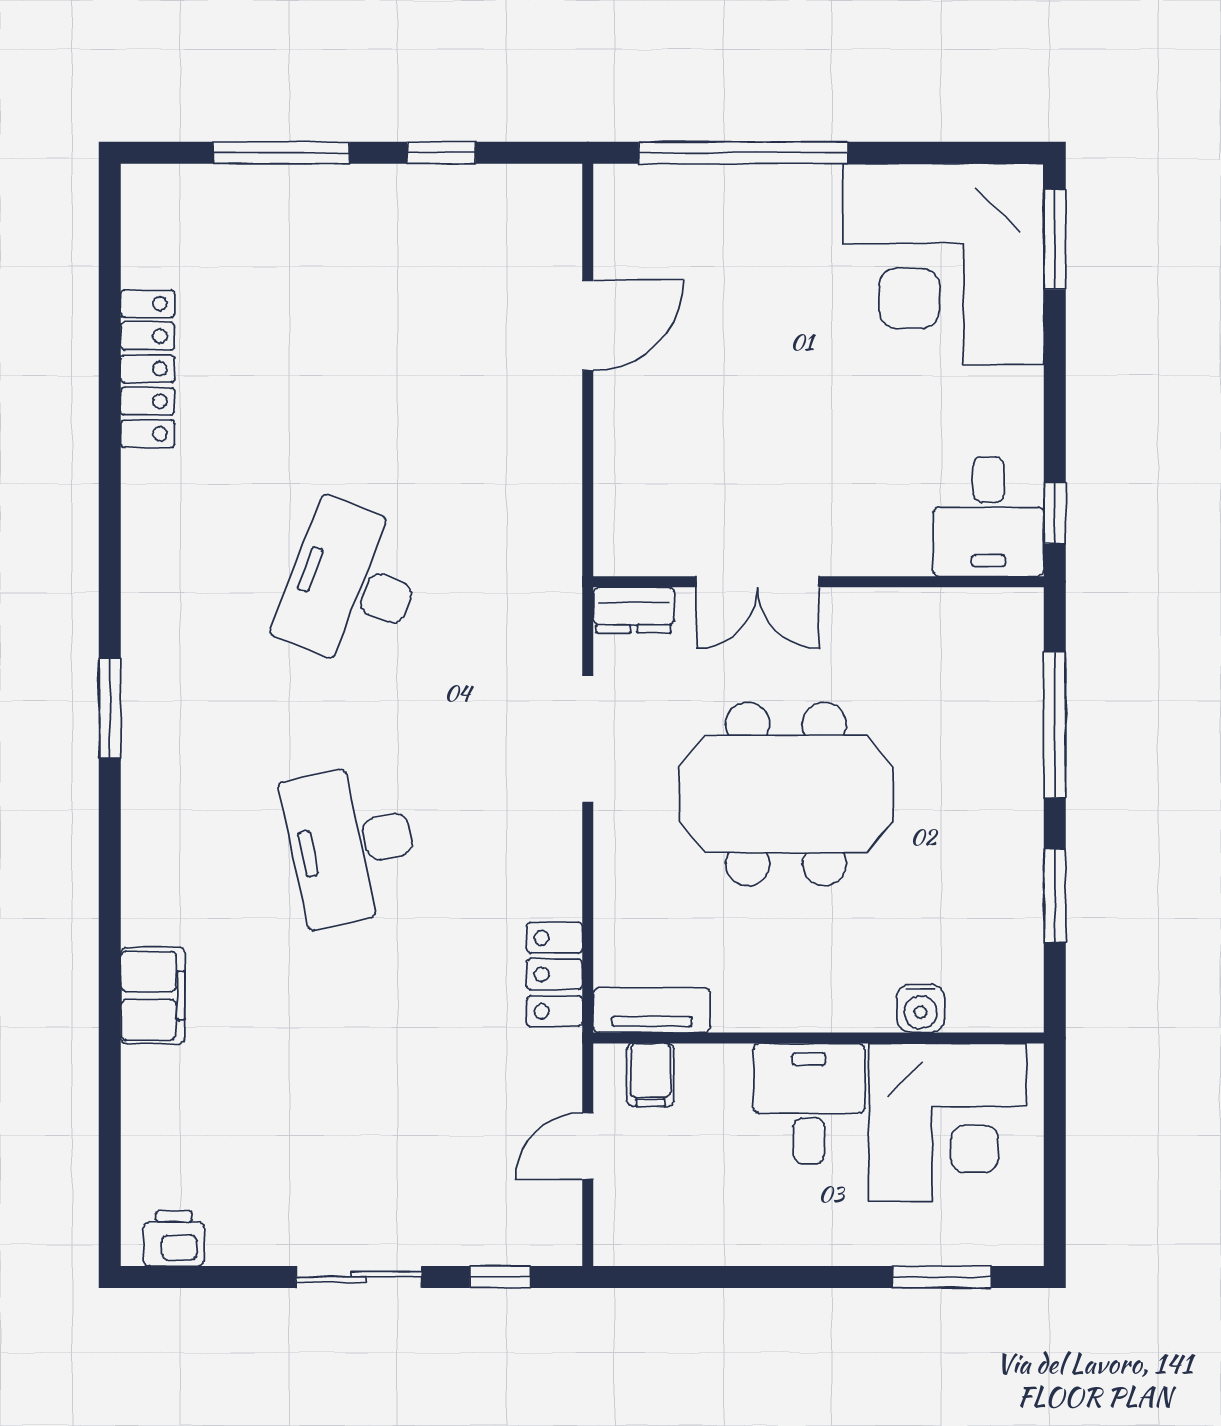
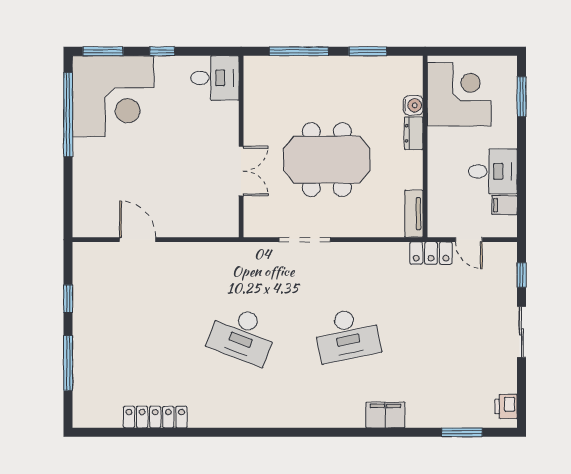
window: (743, 153) -> (68, 115), moved
window: (1055, 513) -> (162, 51), moved
dresser: (634, 610) -> (414, 133), moved, turned 180
window: (110, 709) -> (462, 432), moved
meeting table: (786, 794) -> (327, 160), turned 90
locker: (554, 974) -> (431, 253), moved
filing cabinet: (153, 996) -> (385, 415), moved
filing cabinet: (650, 1075) -> (504, 205), moved, turned 180
desk: (809, 1104) -> (493, 171), moved, turned 180

